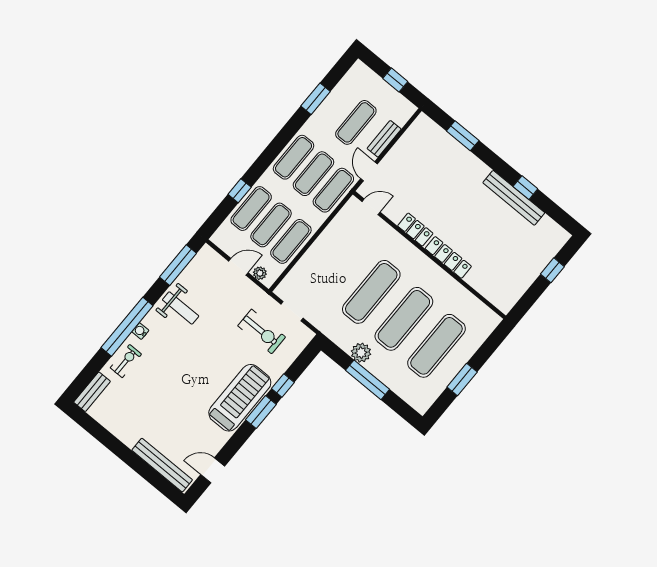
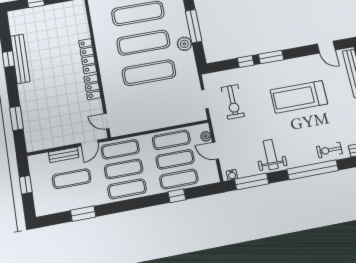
water cooler: (140, 331) -> (232, 175), moved
exercise bike: (262, 331) -> (233, 102), turned 180
treadmill: (240, 398) -> (299, 97), moved

